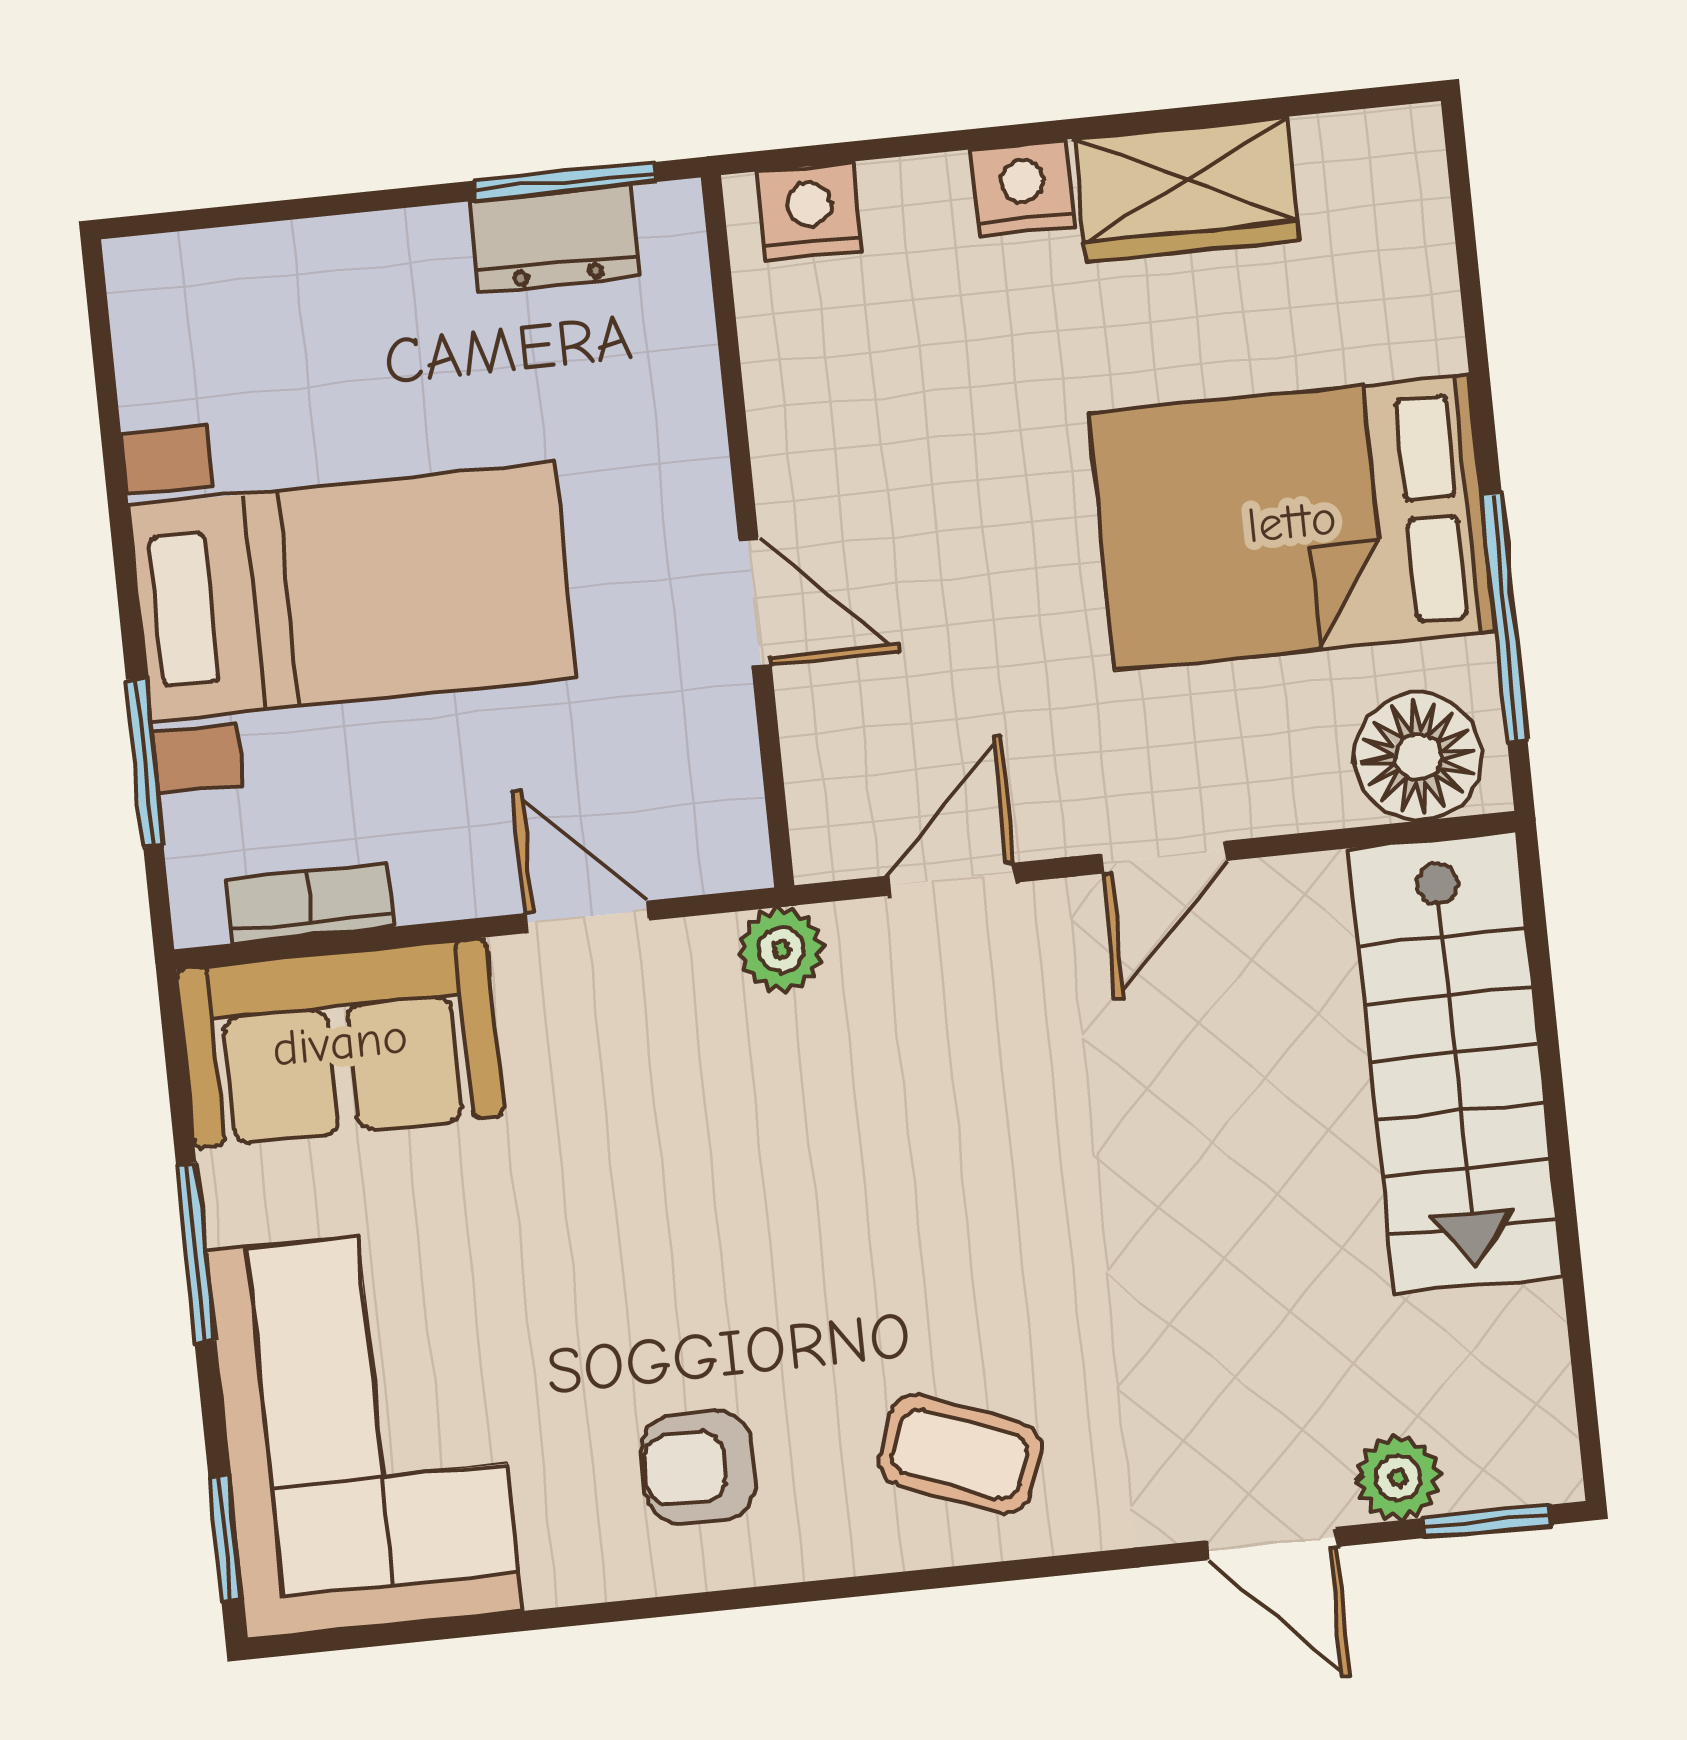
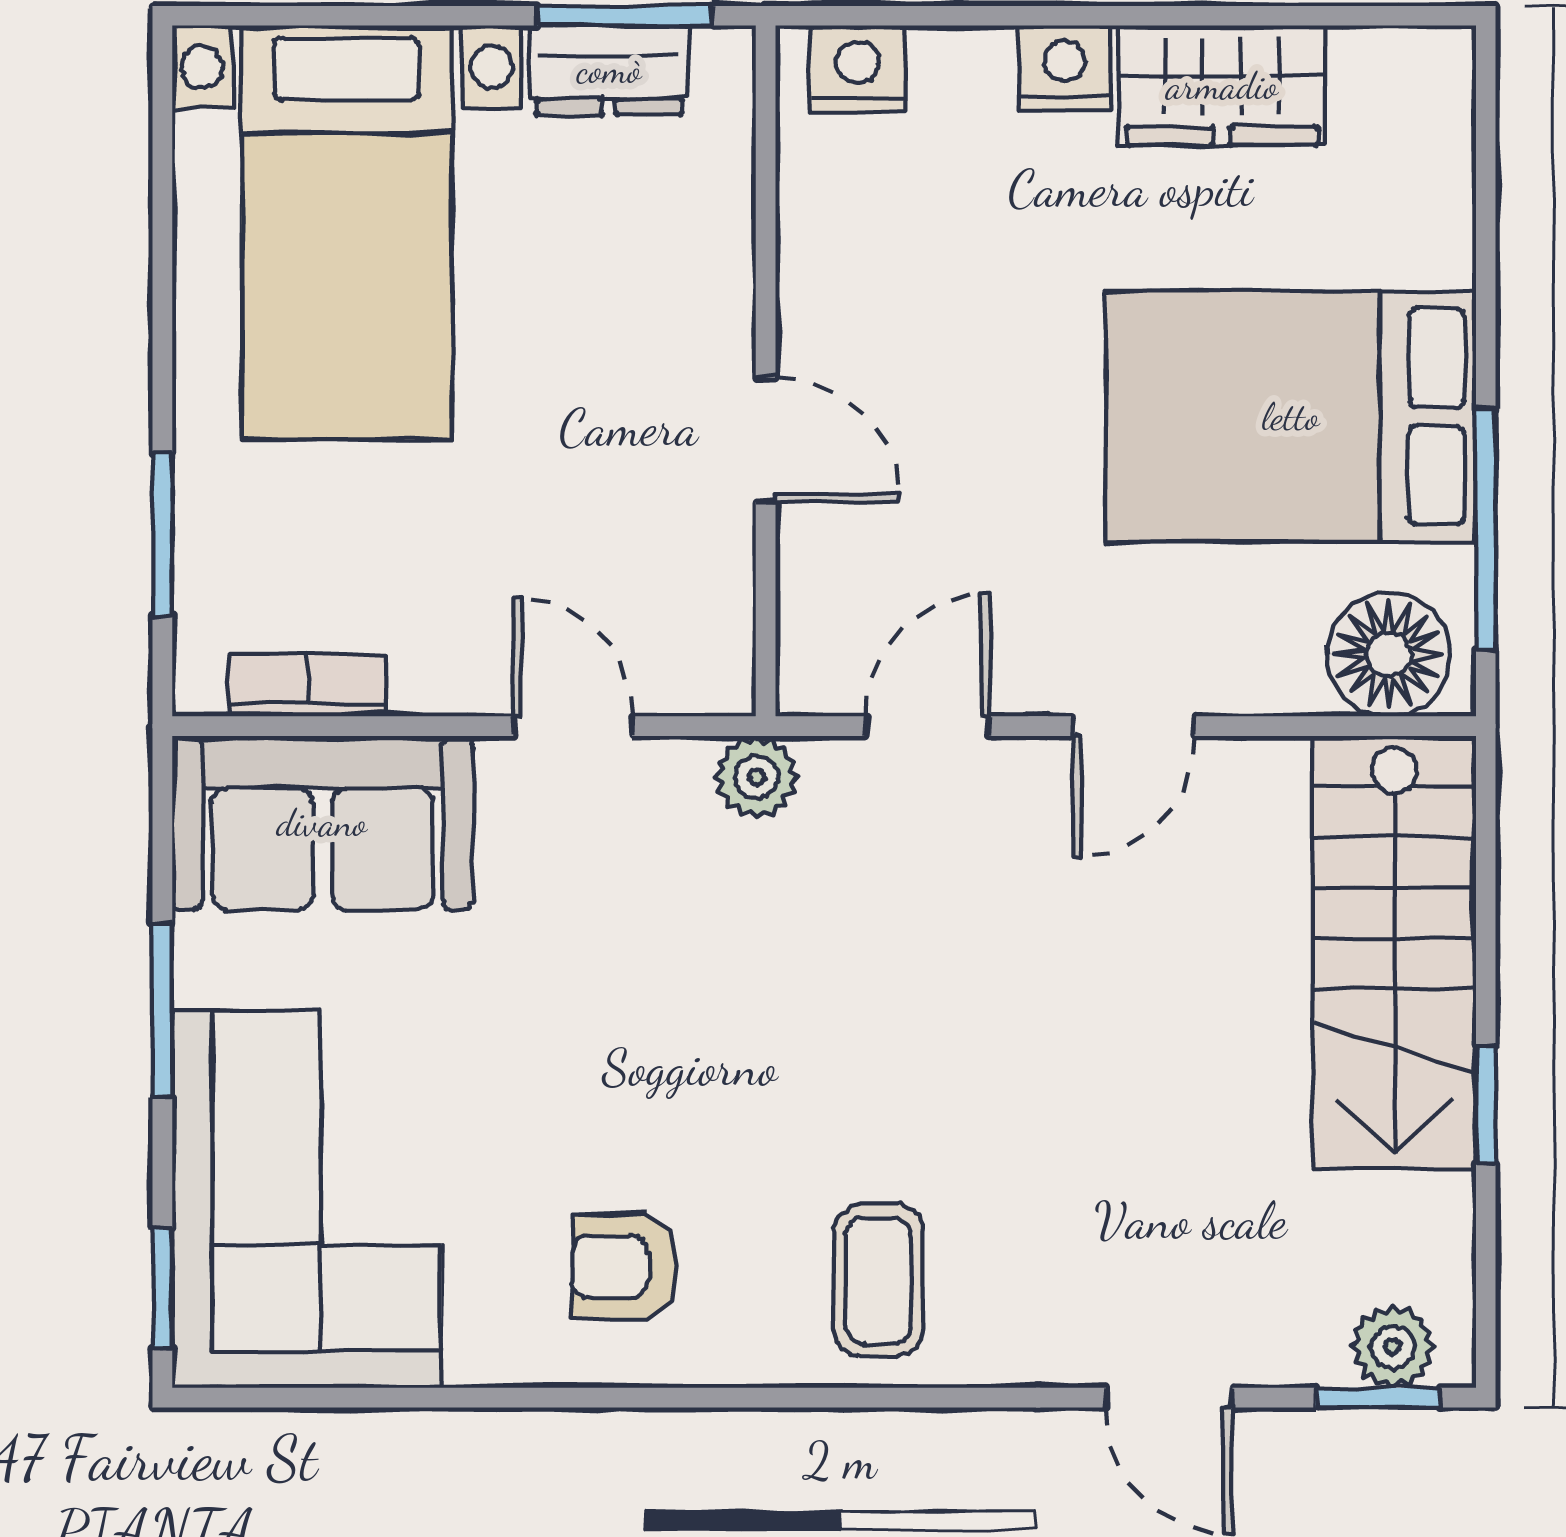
bed with nightstands: (352, 592) -> (347, 232), moved, turned 90
window: (1566, 1209) -> (1486, 1105), added
coffee table: (960, 1454) -> (878, 1280), turned 69
plant: (1398, 1478) -> (1393, 1347), moved

